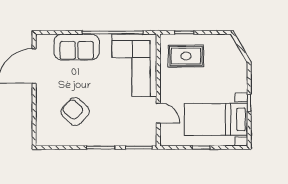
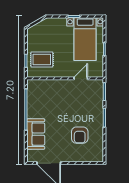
rug: (186, 56) -> (42, 60), turned 90
corner sofa: (134, 65) -> (48, 95), removed
armchair: (75, 112) -> (80, 135), turned -43

